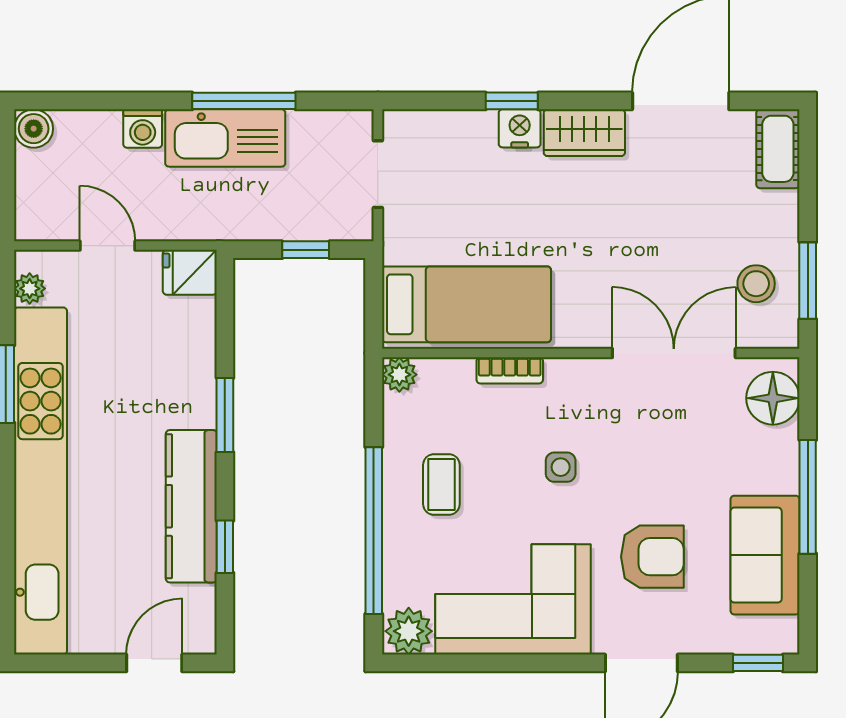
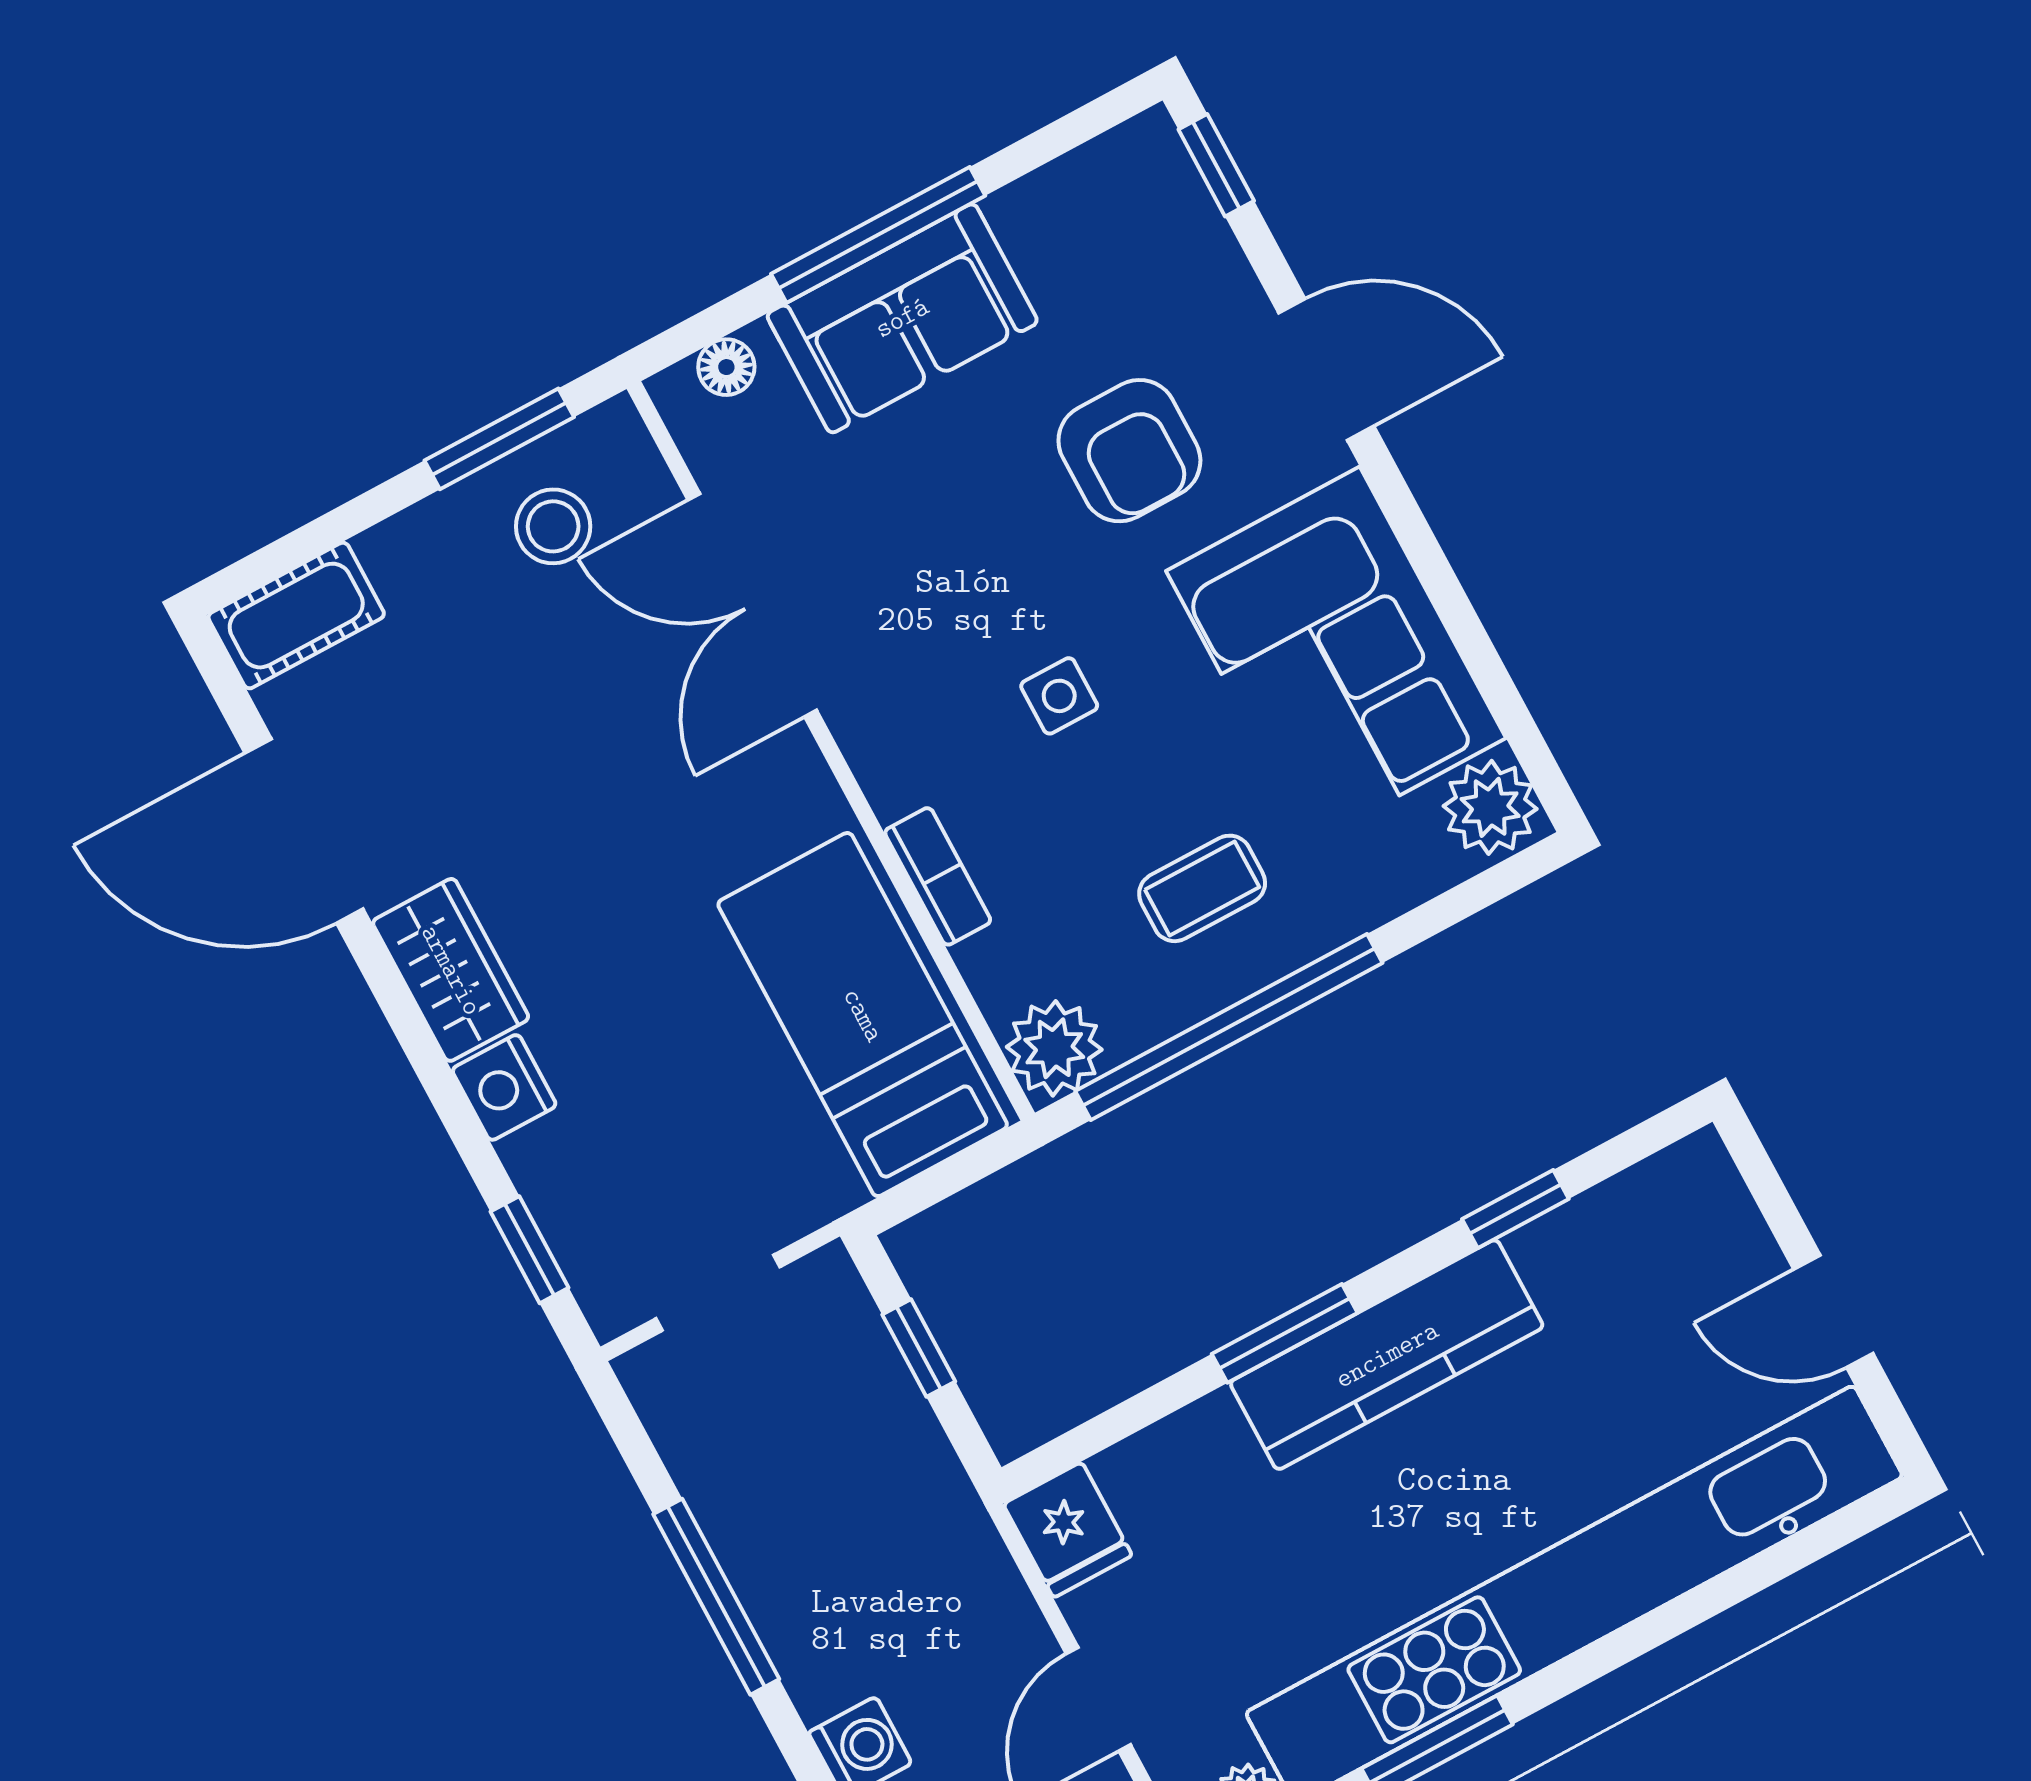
window: (512, 101) -> (529, 1250), moved
kitchen sink: (225, 138) -> (799, 1594), removed
plant: (399, 375) -> (1054, 1048), width x1.38, depth x1.38
floor lamp: (773, 398) -> (726, 367), width x0.53, depth x0.53
kitchen counter: (191, 506) -> (1387, 1355), moved
window: (374, 531) -> (1229, 1027), moved
sofa: (765, 555) -> (902, 318), moved
armchair: (652, 557) -> (1129, 451), turned 180
door: (154, 663) -> (1833, 1311), moved

